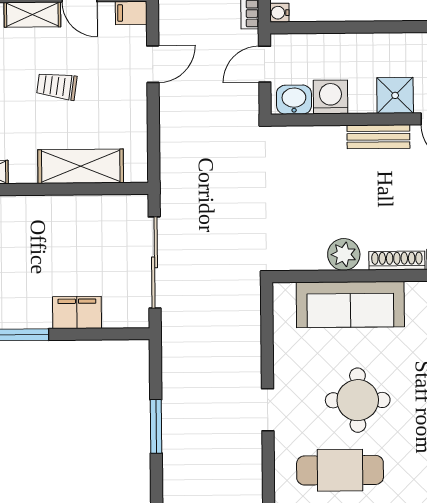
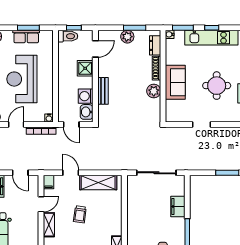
bench: (378, 137) -> (103, 91), moved
shelving: (81, 166) -> (98, 183), moved, turned 90
sofa: (350, 304) -> (175, 82), width x0.73
doorway: (268, 410) -> (201, 124), moved

